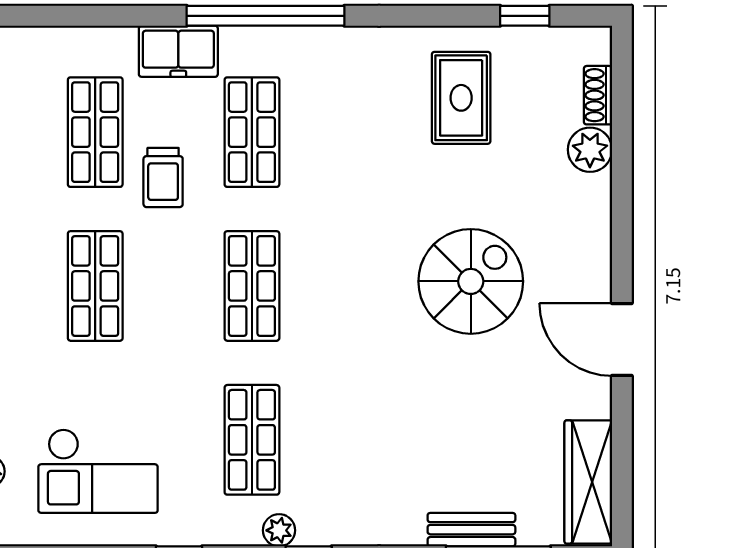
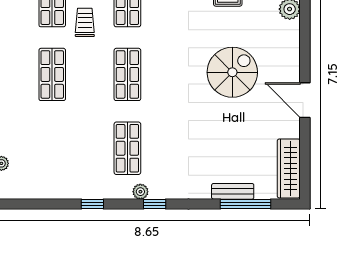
trolley: (163, 177) -> (85, 22), turned 180
checkout: (98, 471) -> (54, 163), removed

